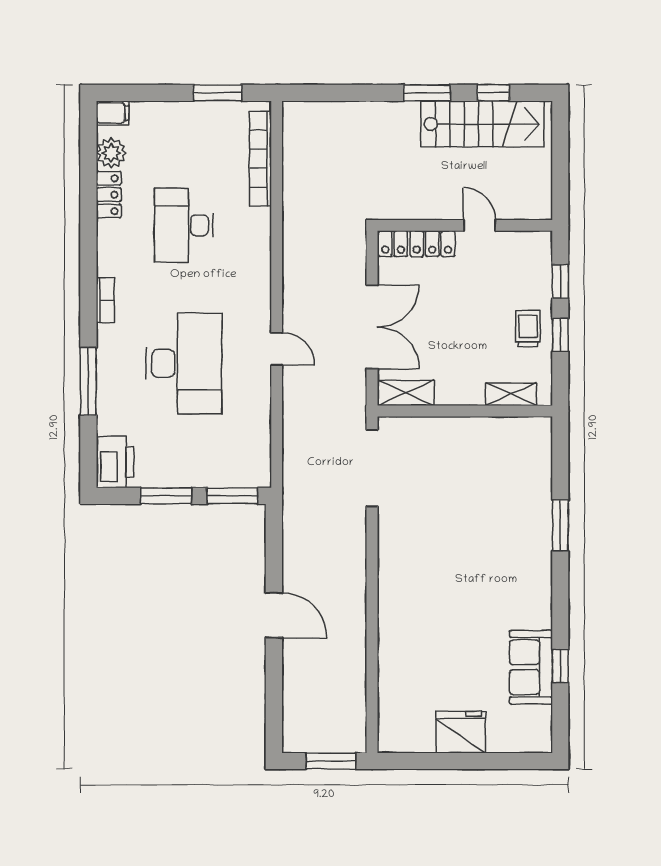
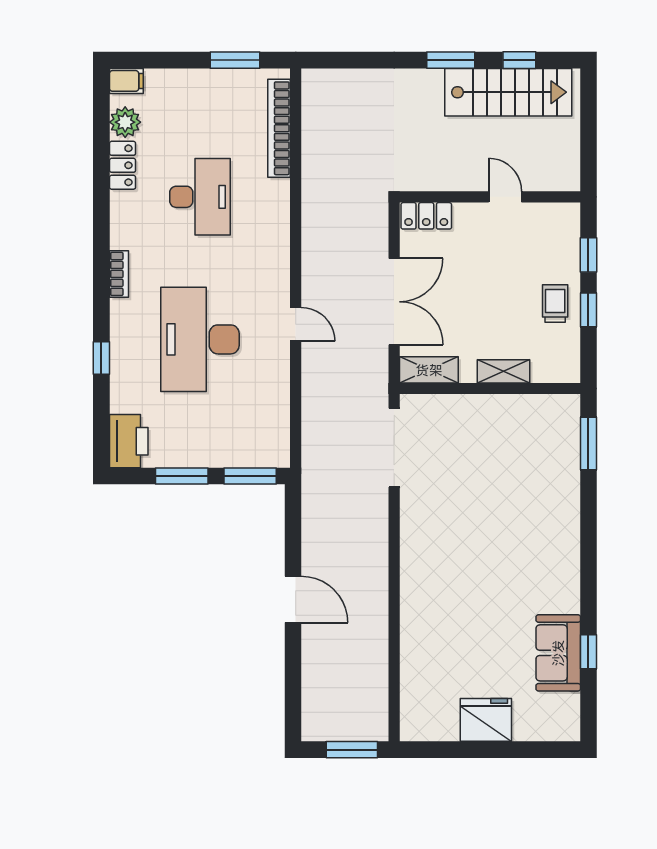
desk: (184, 225) -> (200, 197), turned 180
locker: (417, 244) -> (426, 216), width x0.66
desk: (184, 363) -> (200, 339), turned 180
window: (88, 381) -> (101, 358), width x0.46
shelving: (511, 394) -> (504, 371), moved
window: (560, 525) -> (588, 444), moved

